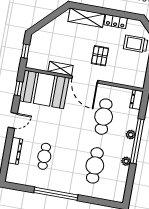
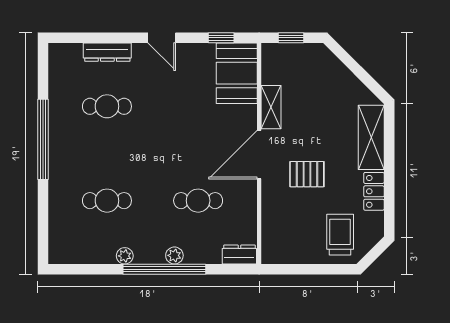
booth: (44, 89) -> (237, 73), width x0.73, depth x0.70
cafe table: (104, 117) -> (198, 201), width x0.73, depth x0.74
cafe table: (95, 165) -> (107, 201), width x0.73, depth x0.74

